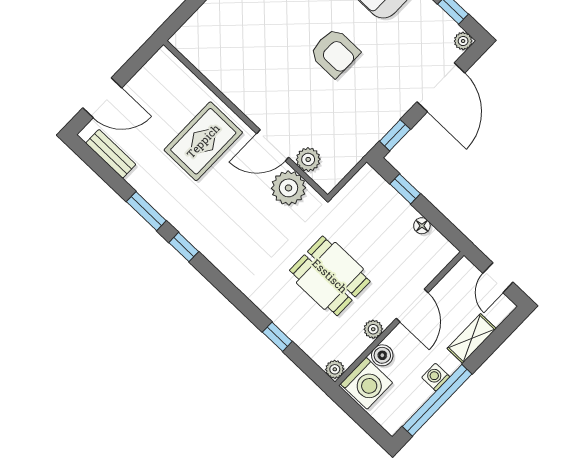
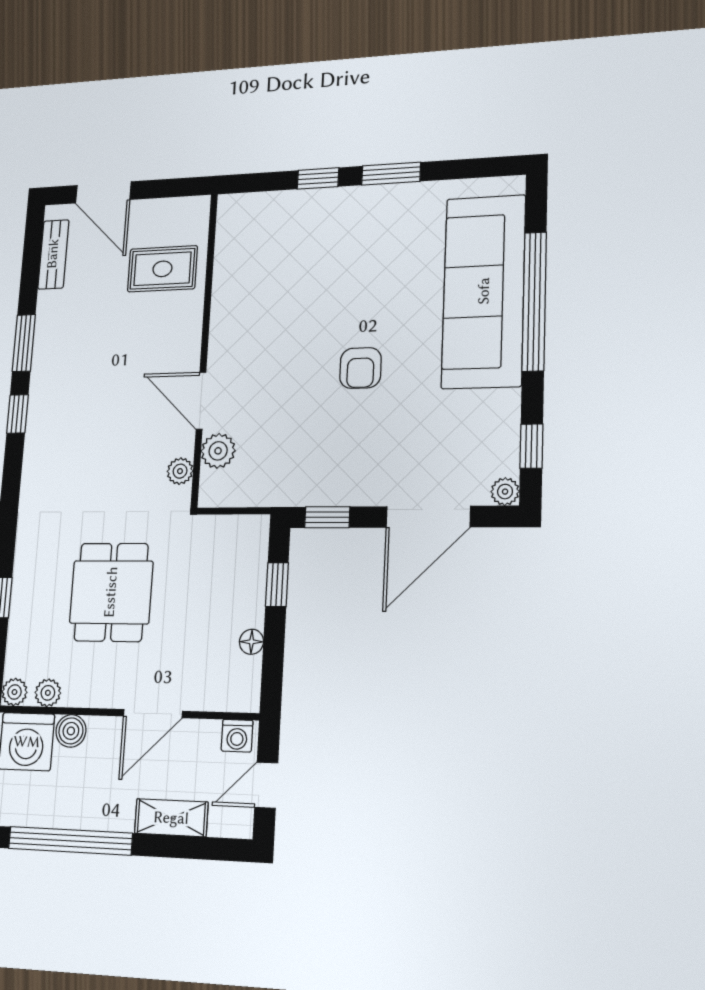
armchair: (335, 53) -> (360, 368), width x0.72, depth x0.72
rug: (203, 141) -> (162, 269), moved, width x0.73, depth x0.70
plant: (289, 188) -> (180, 471), width x0.53, depth x0.53
plant: (373, 329) -> (48, 693), moved
washing machine: (436, 377) -> (237, 736), moved, turned 180

